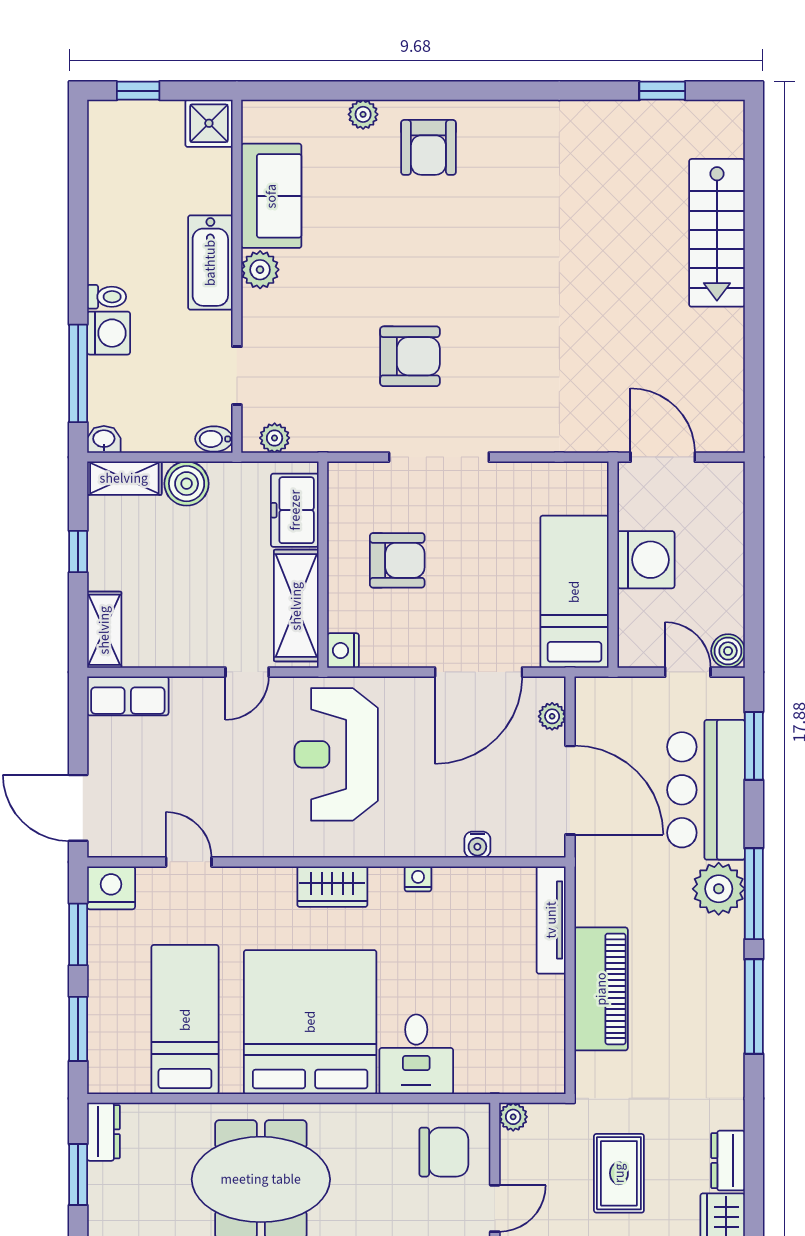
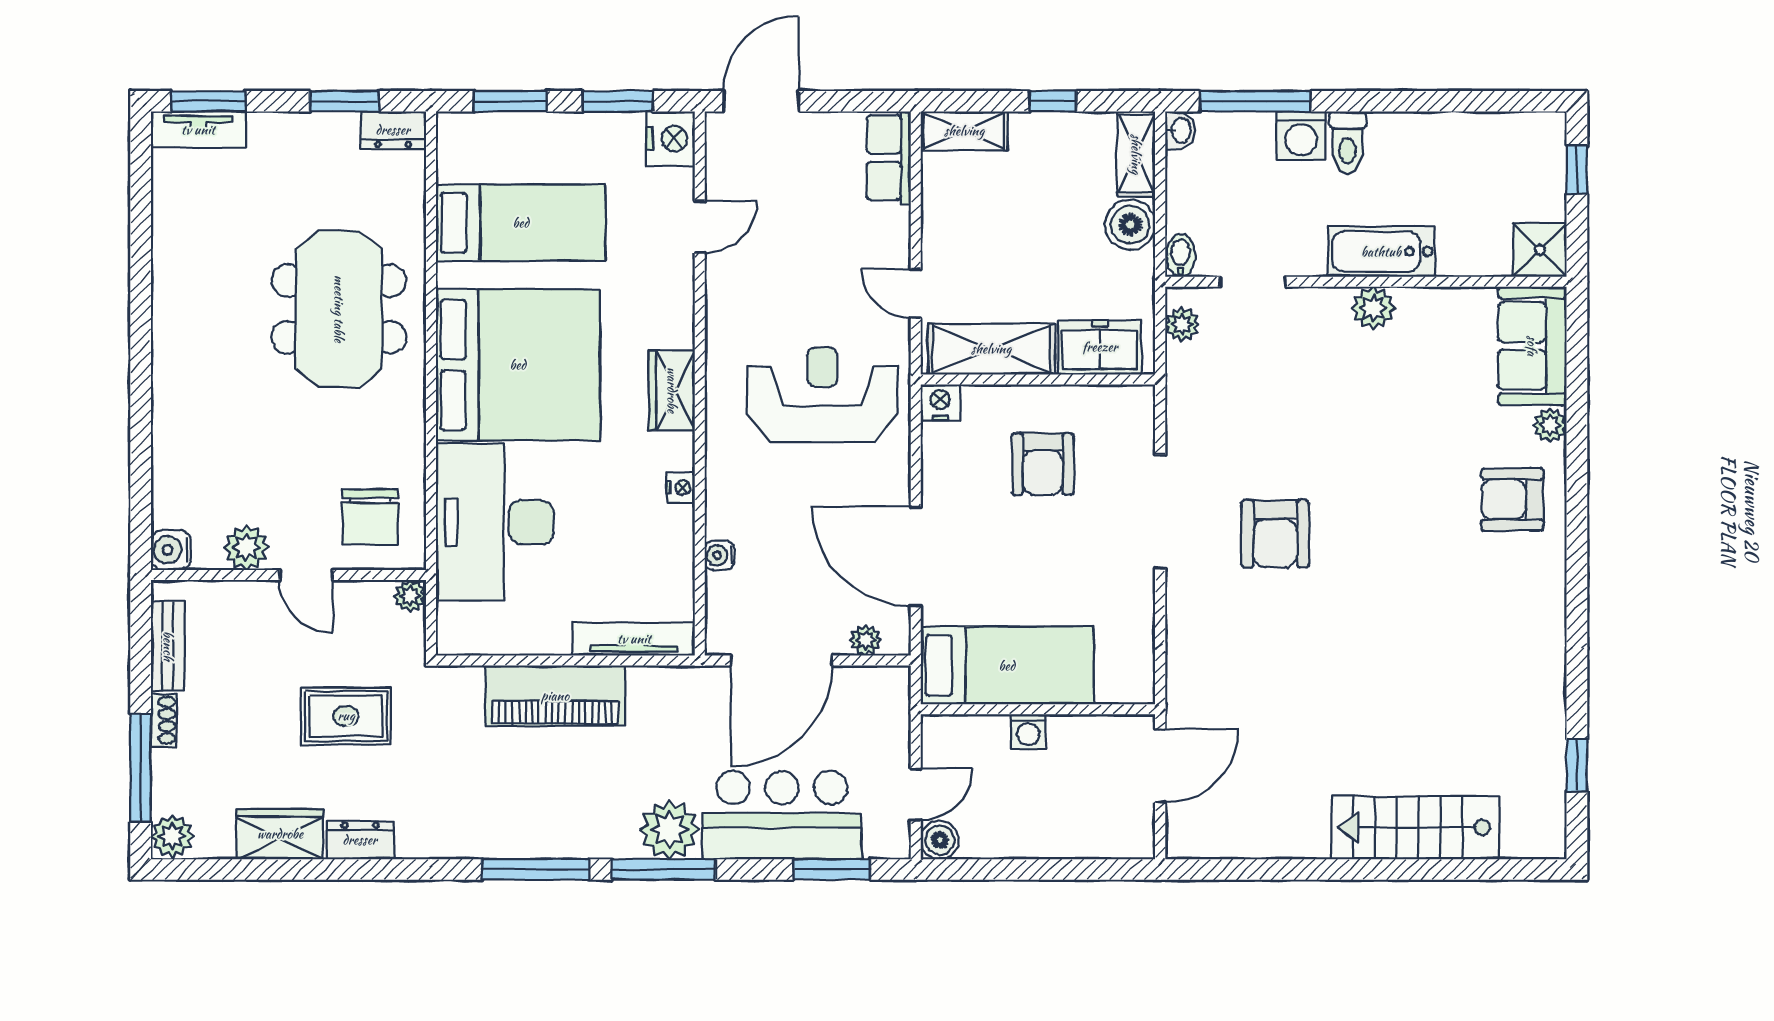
sofa: (271, 196) -> (1532, 346), moved, turned 90
toilet: (107, 297) -> (1348, 142), width x1.37, depth x1.39
armchair: (410, 356) -> (1275, 534), moved
washing machine: (646, 560) -> (1028, 731), width x0.53, depth x0.53
desk: (416, 1054) -> (495, 522), width x1.87, depth x1.30

